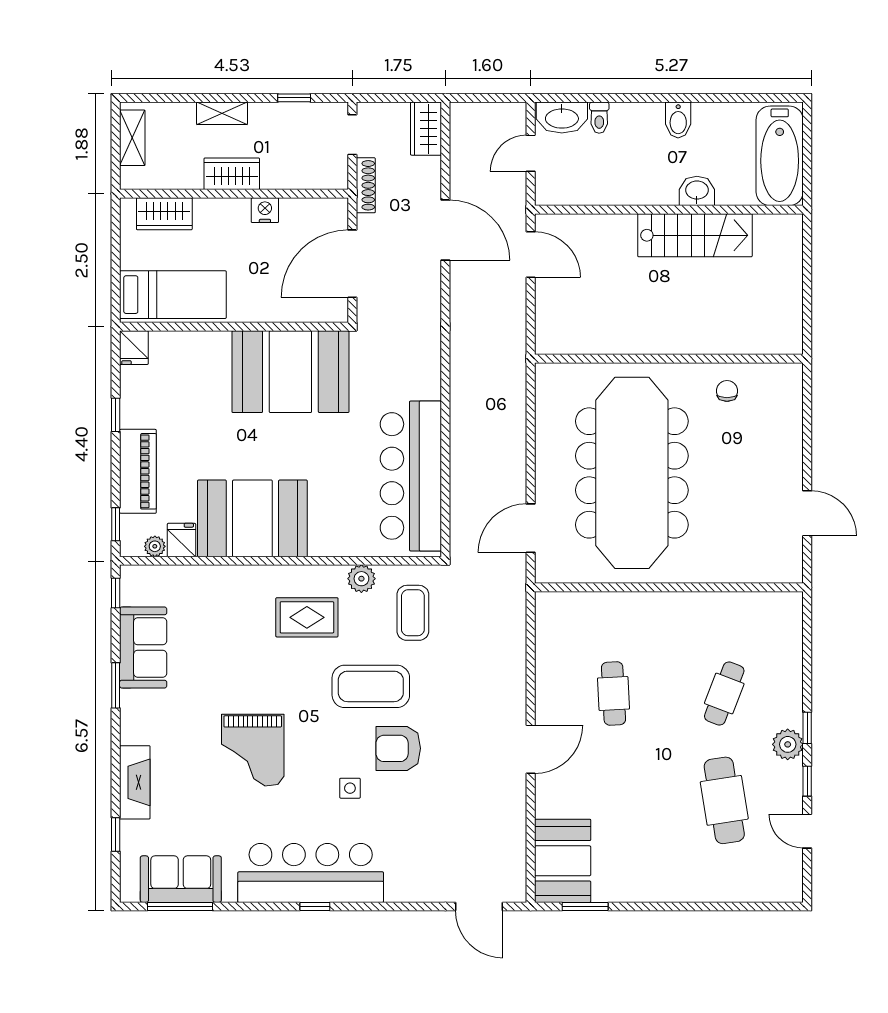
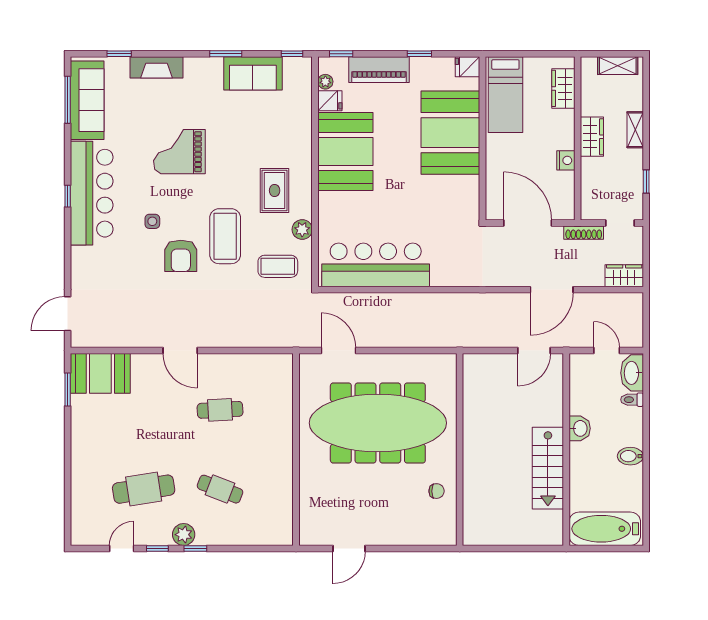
washbasin: (697, 191) -> (580, 428), moved
booth: (290, 372) -> (450, 133), moved
armchair: (398, 748) -> (181, 256), turned 180
sofa: (181, 879) -> (87, 100), width x1.36

